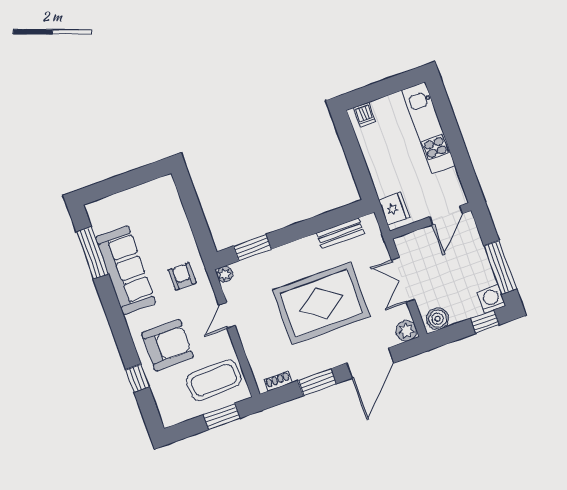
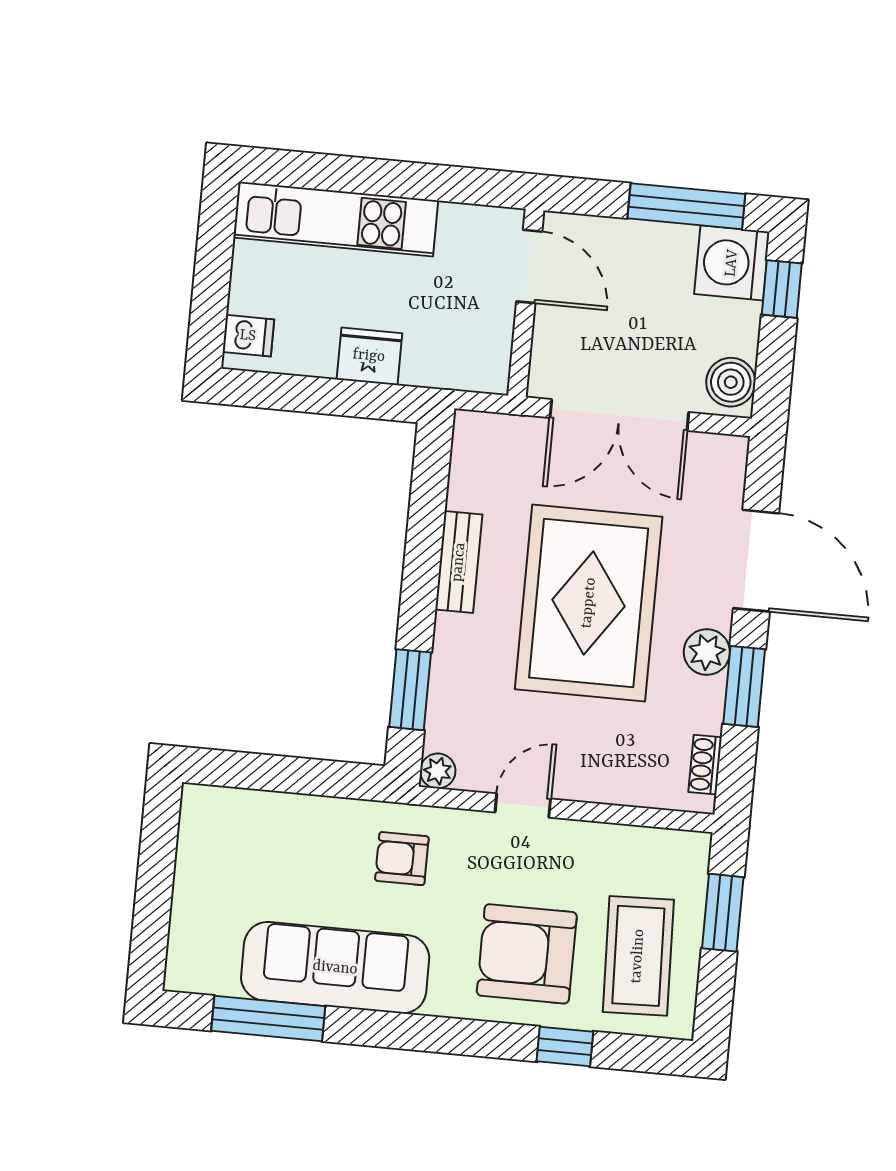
fridge: (394, 209) -> (369, 356), moved
bench: (340, 233) -> (459, 562), moved
double door: (403, 280) -> (619, 415), width x1.37
washing machine: (491, 299) -> (732, 263), width x1.37, depth x1.37
door: (227, 315) -> (523, 805), swing flipped
plant: (406, 331) -> (707, 652), moved
armchair: (168, 345) -> (527, 954), turned -90
coffee table: (214, 380) -> (638, 956), moved

